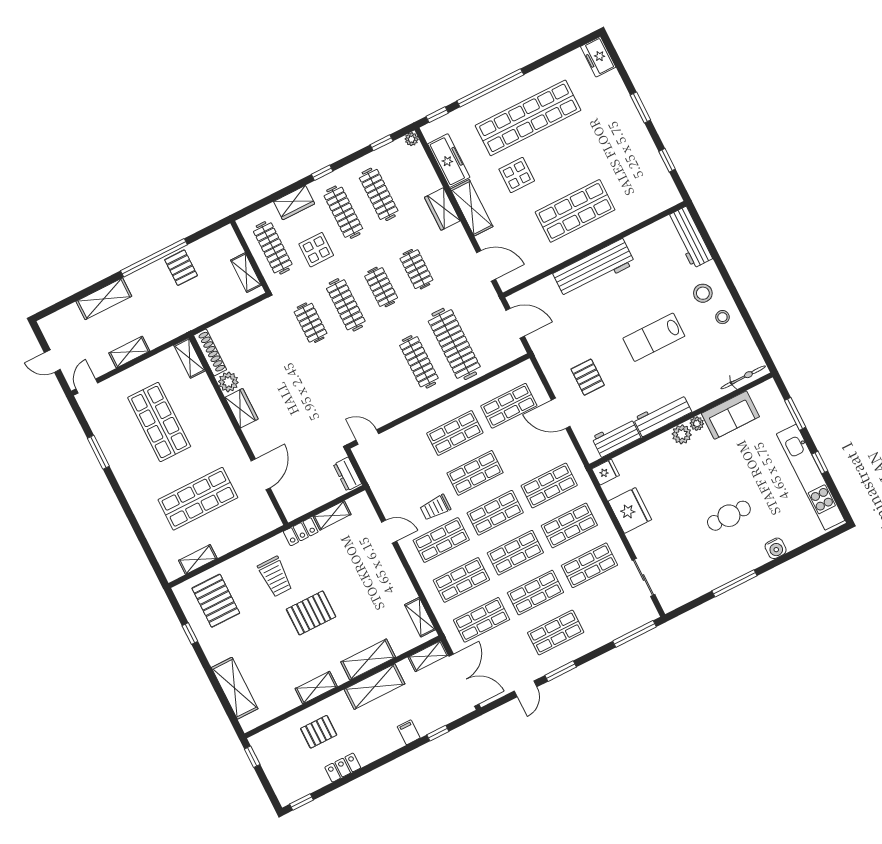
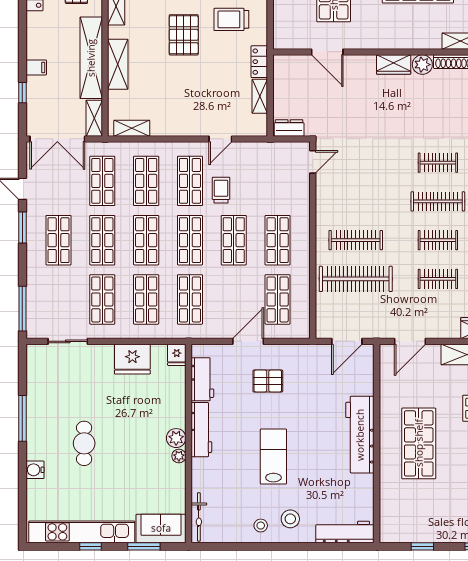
sofa: (730, 415) -> (161, 528), moved, turned 90
shelving: (375, 687) -> (91, 58), width x1.47

